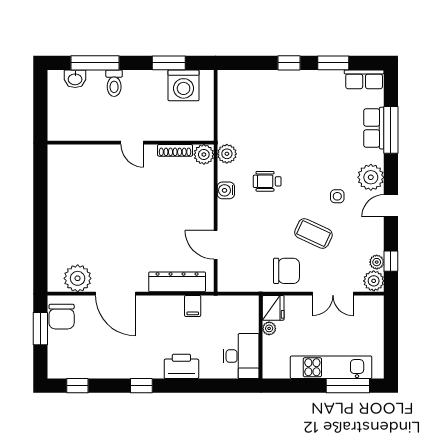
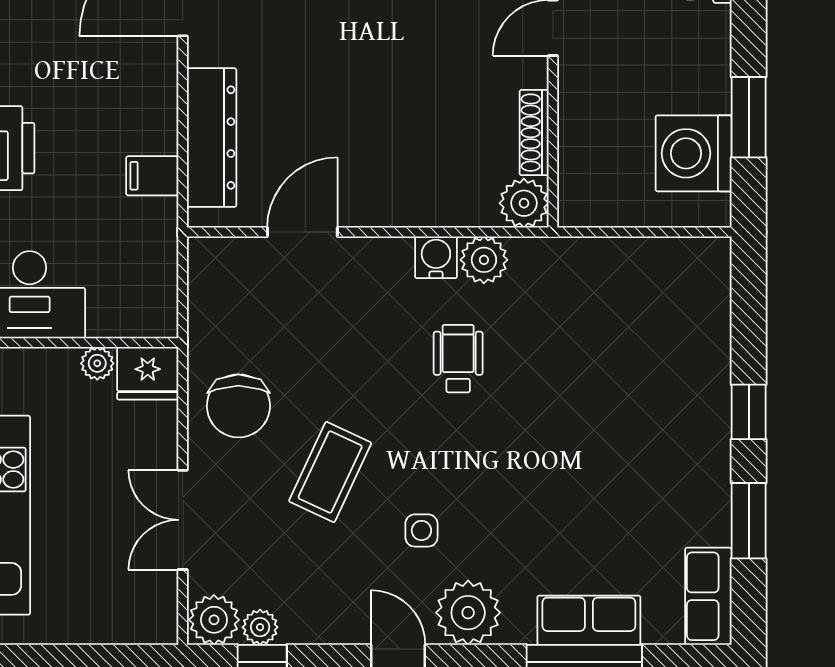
plant: (227, 154) -> (484, 260), moved

